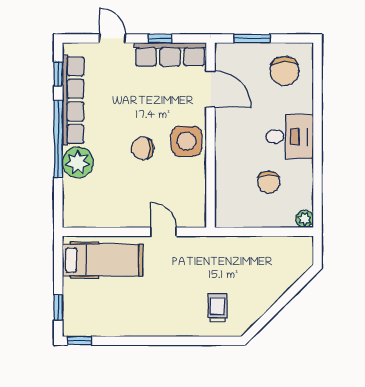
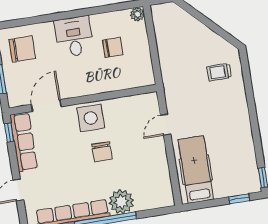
window: (160, 38) -> (9, 133), moved

